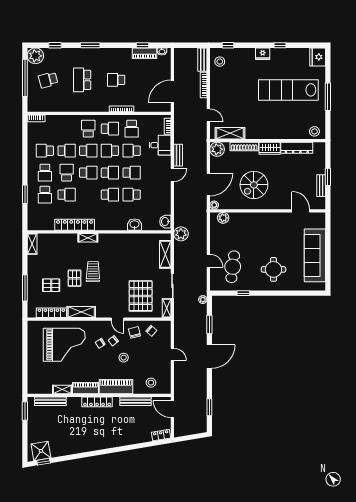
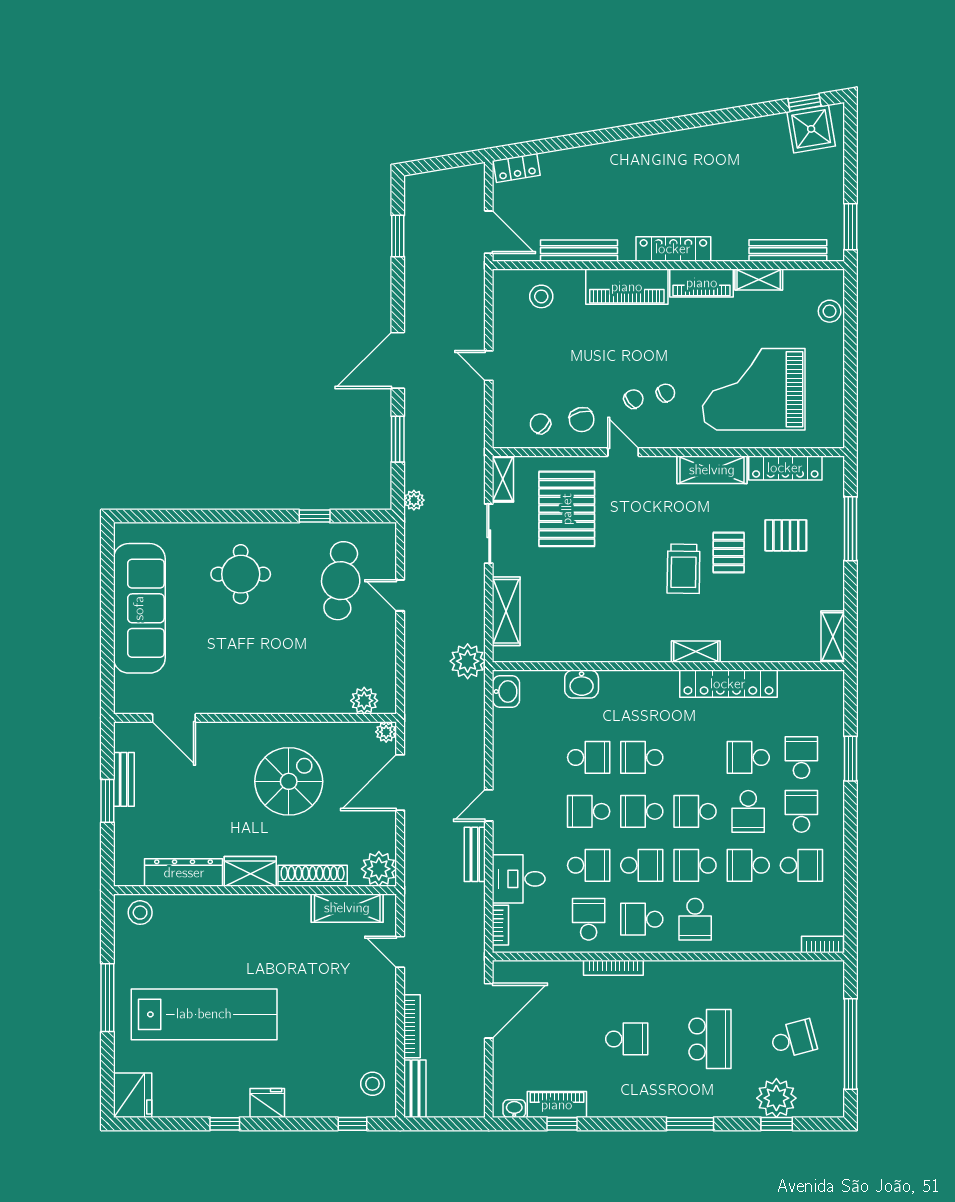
plant: (35, 56) -> (776, 1098), moved
stool: (124, 358) -> (830, 311), moved

